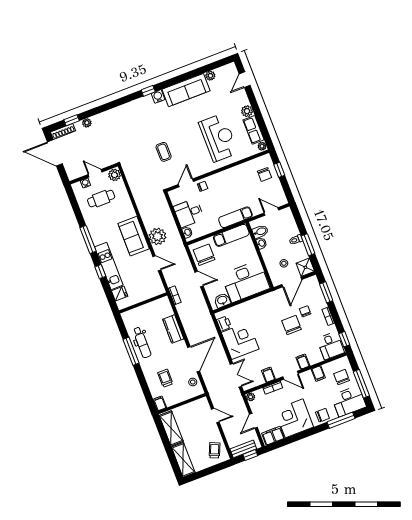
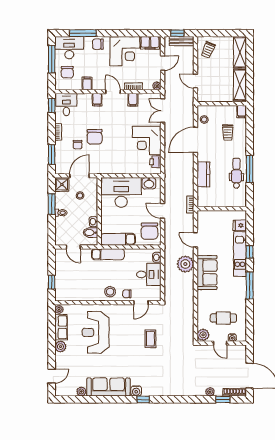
chair: (264, 174) -> (67, 283), removed
stool: (220, 182) -> (110, 292), added

